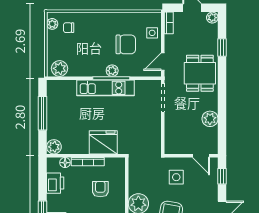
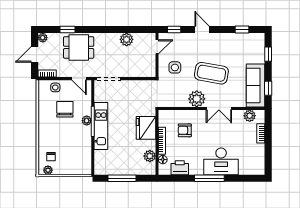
plant: (60, 68) -> (85, 164), removed
dining table: (200, 73) -> (79, 47), moved
plant: (54, 147) -> (150, 156), moved

